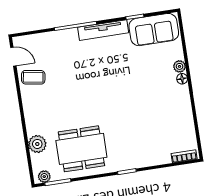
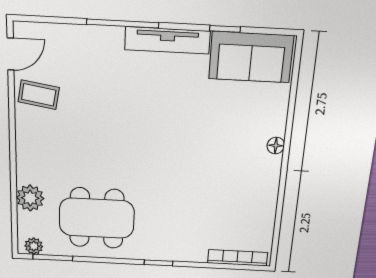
door: (13, 57) -> (11, 54), hinge flipped
plant: (179, 66) -> (277, 125), removed
bookcase: (184, 156) -> (238, 258), width x1.56

